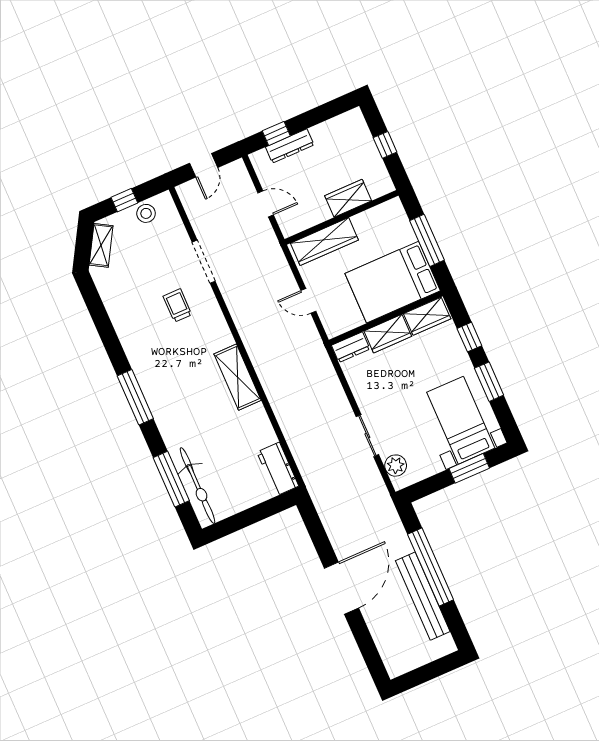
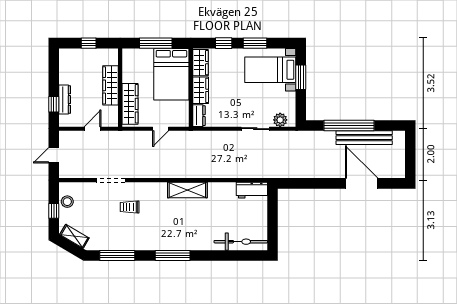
door: (204, 165) -> (54, 155), swing flipped
wardrobe: (348, 198) -> (111, 85), width x1.50
window: (171, 479) -> (117, 255), moved
door: (341, 588) -> (362, 183), moved

